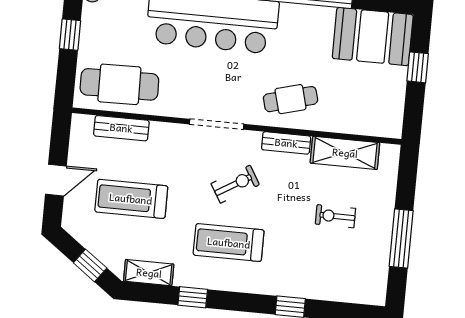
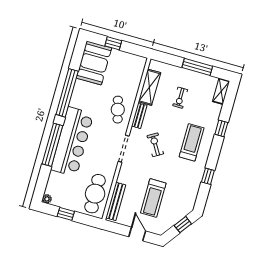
bench: (121, 128) -> (116, 201), width x1.36
treadmill: (229, 243) -> (192, 142), moved, turned 180
shelving: (149, 273) -> (221, 91), moved

